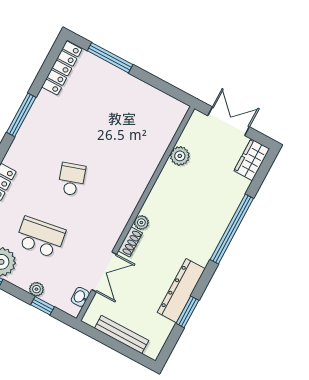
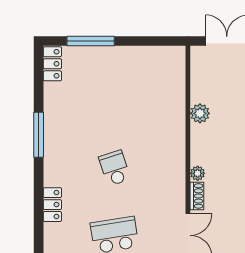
locker: (62, 68) -> (52, 64), width x0.66
plant: (180, 156) -> (200, 113), moved

